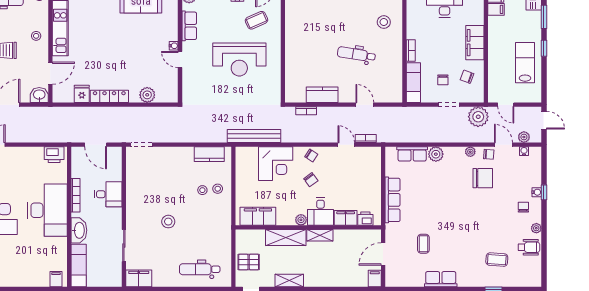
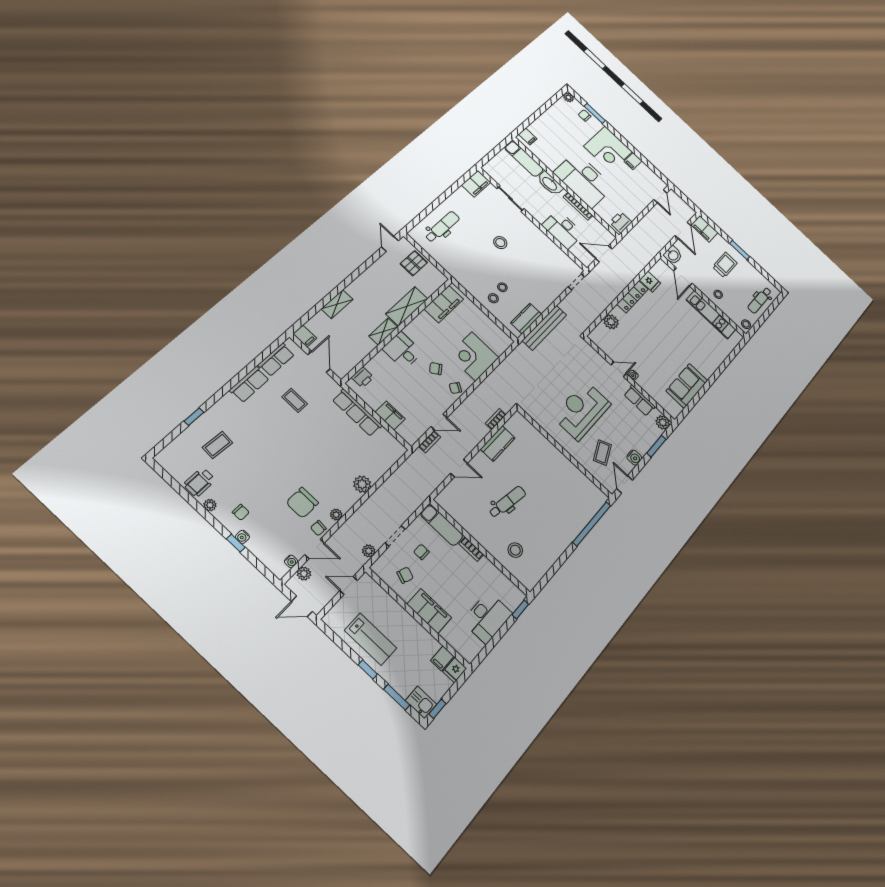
plant: (478, 117) -> (369, 551), width x0.53, depth x0.53
bench: (254, 136) -> (544, 328), moved
row of seats: (412, 154) -> (276, 360), moved, turned 180
desk: (108, 194) -> (563, 229), width x1.37
filing cabinet: (346, 218) -> (390, 415), moved, turned -90
plant: (301, 220) -> (410, 330), removed
shelving: (289, 281) -> (337, 304), moved

